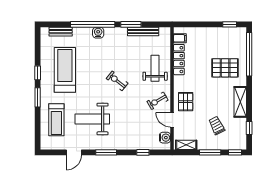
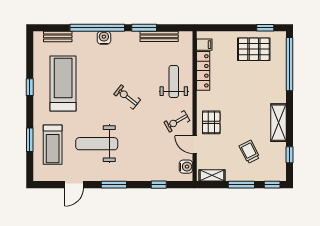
pallet: (225, 68) -> (254, 49), moved
window: (38, 97) -> (30, 140), moved

